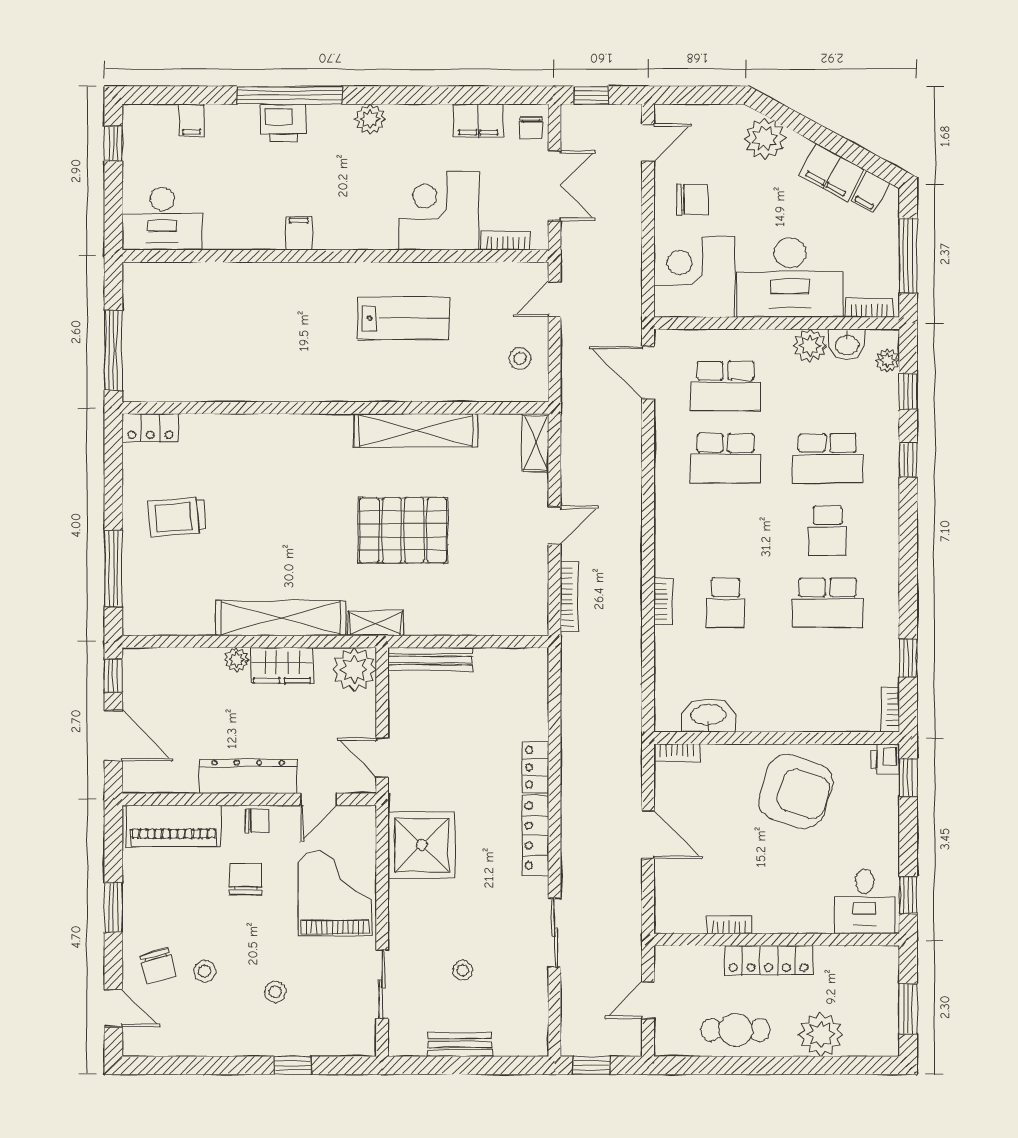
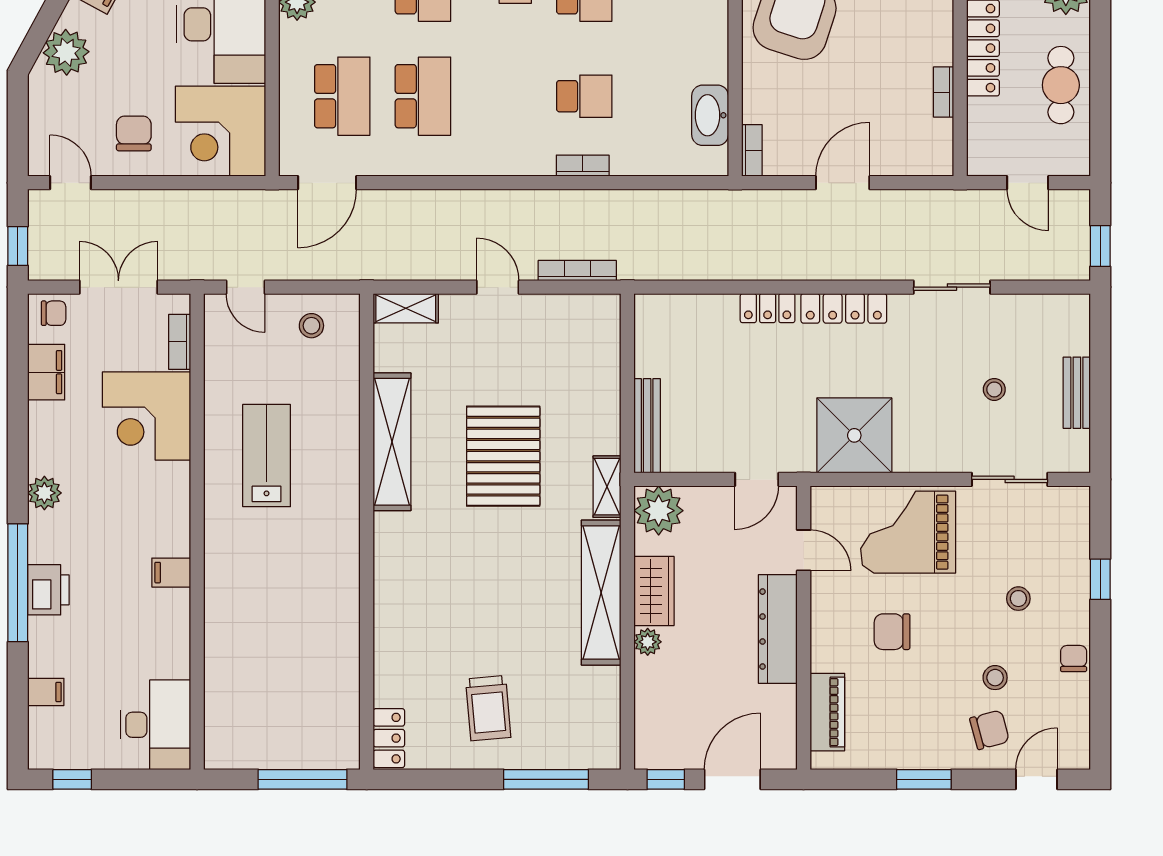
chair: (257, 821) -> (1074, 659), moved
piano: (174, 826) -> (827, 712), width x0.73, depth x0.75

